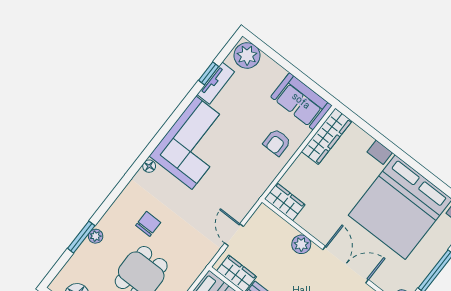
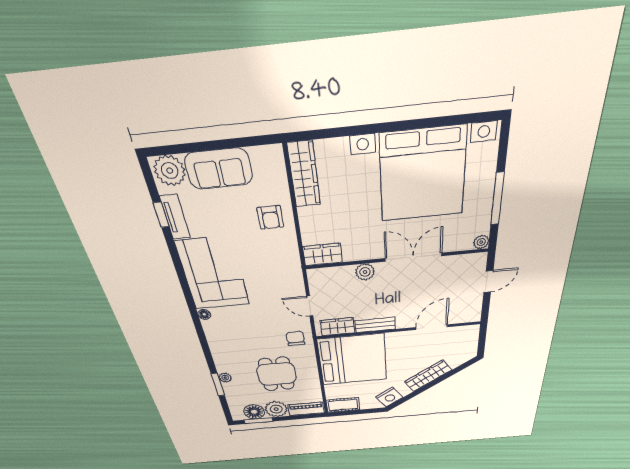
sofa: (301, 101) -> (219, 169), moved
chair: (148, 224) -> (296, 338), moved

